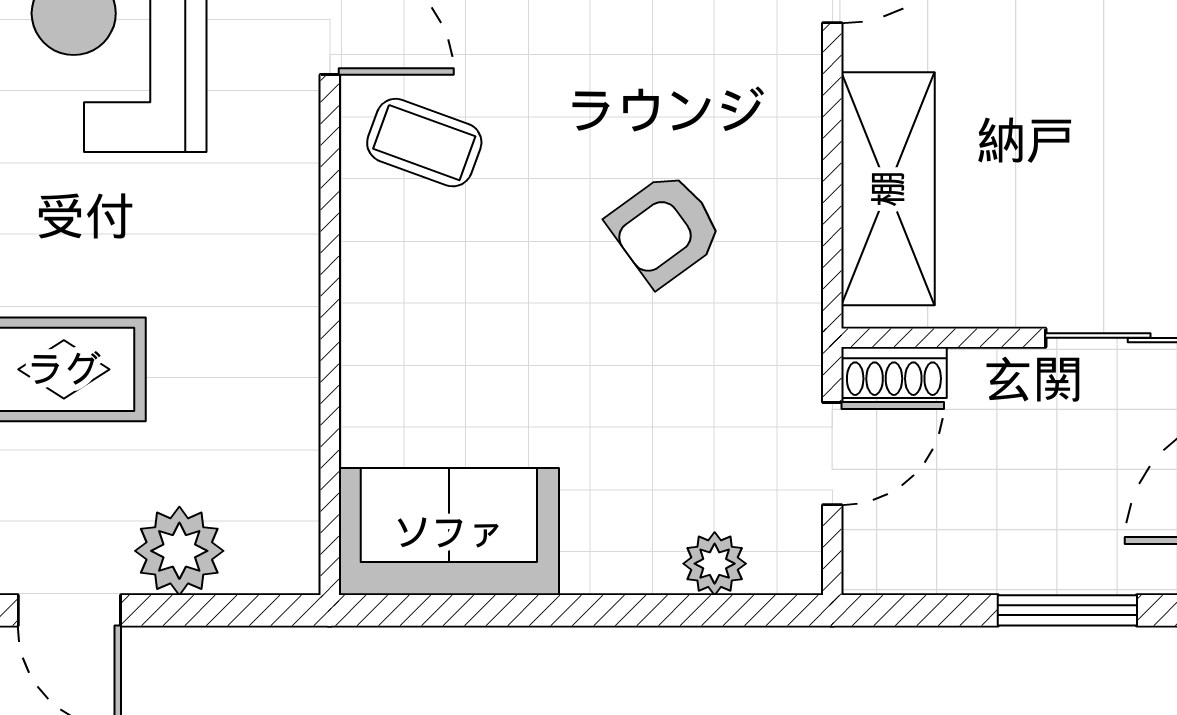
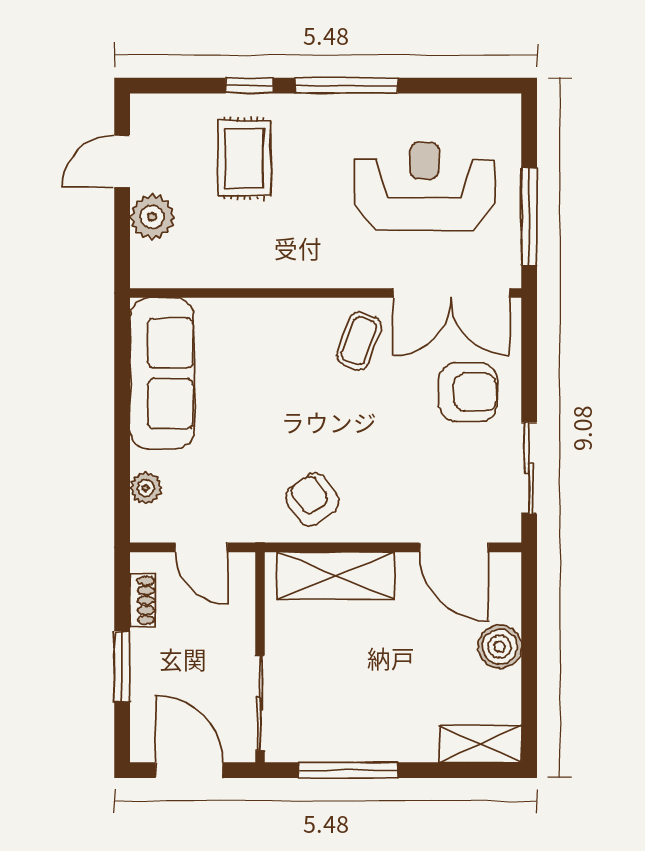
armchair: (665, 229) -> (312, 499), moved
shoe rack: (894, 373) -> (143, 600), moved, turned 180
sofa: (449, 532) -> (162, 373), width x1.36

